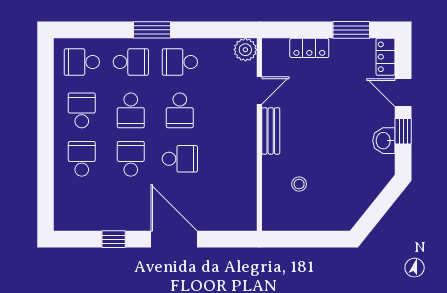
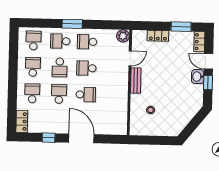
school desk: (82, 62) -> (34, 40), turned 90
school desk: (131, 62) -> (60, 41), turned 180
school desk: (180, 110) -> (86, 68), turned 90
washbasin: (384, 141) -> (198, 77), moved
locker: (64, 211) -> (22, 121), added

